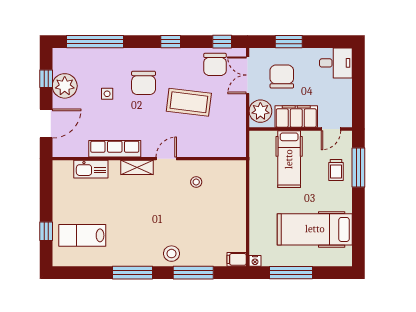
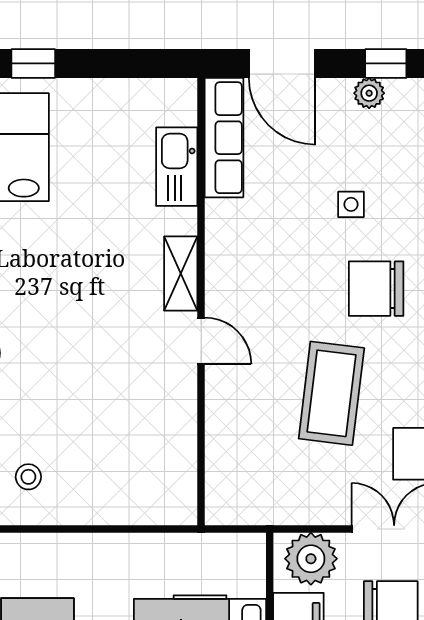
plant: (65, 86) -> (369, 93), width x0.53, depth x0.53
row of seats: (115, 149) -> (224, 138), moved
stool: (196, 182) -> (28, 477), moved

